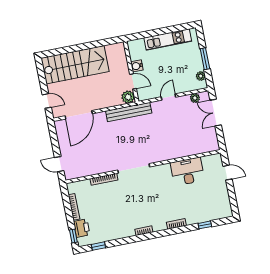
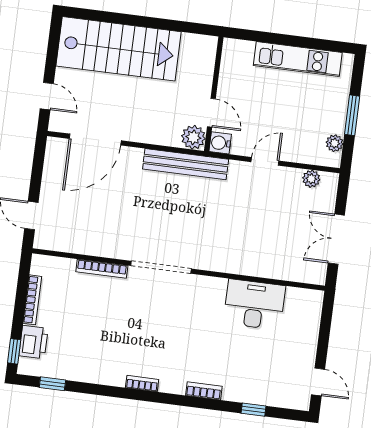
water cooler: (137, 66) -> (220, 143), moved
double door: (216, 113) -> (336, 239), moved
door: (227, 173) -> (318, 382), moved

